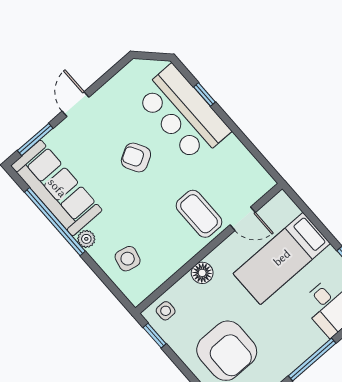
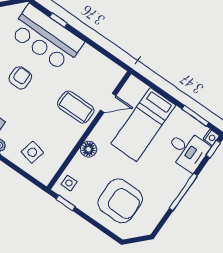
armchair: (136, 157) -> (20, 78), turned 119

